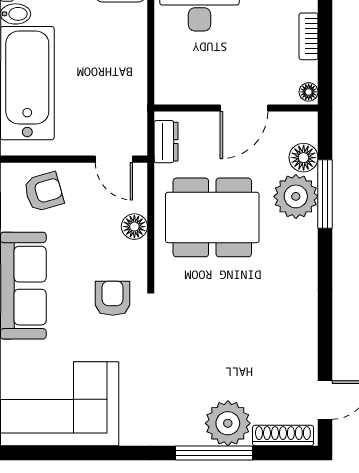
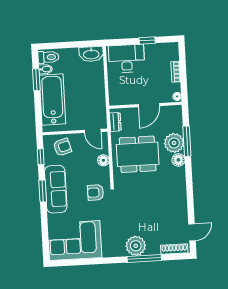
floor lamp: (304, 158) -> (178, 160), moved
armchair: (113, 298) -> (95, 193), turned -90
plant: (228, 423) -> (136, 246), moved

